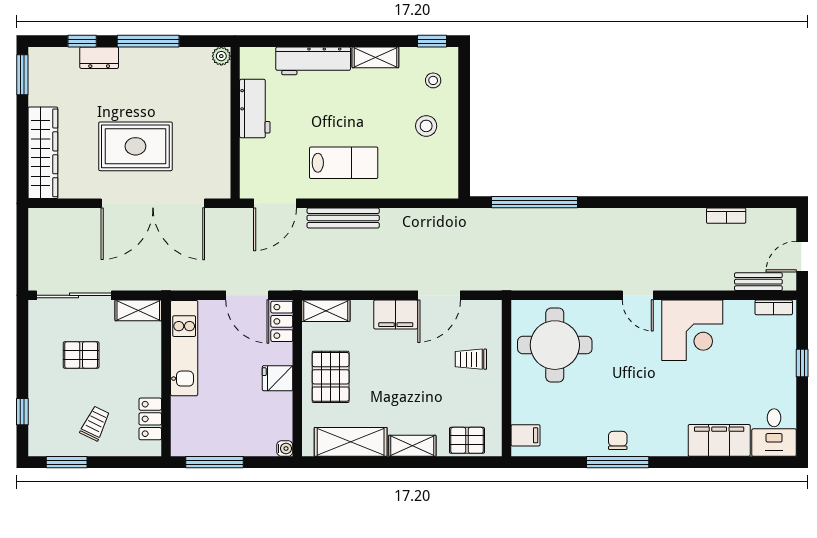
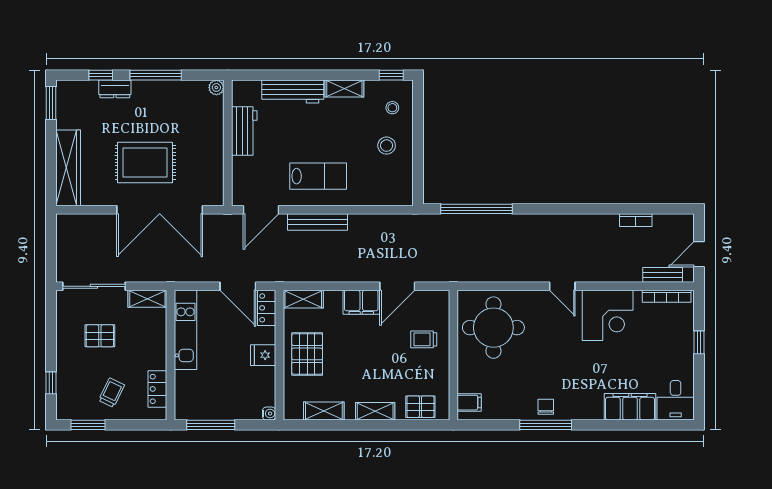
bookcase: (774, 307) -> (667, 296), width x1.56
shelving: (351, 442) -> (324, 411), width x0.67, depth x0.75

